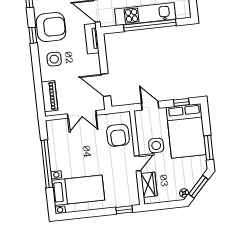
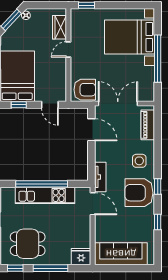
double door: (82, 114) -> (118, 103), width x1.37
armchair: (118, 135) -> (85, 90), moved, turned 91
side table: (156, 145) -> (48, 65), removed
bed with nightstands: (78, 190) -> (130, 37), width x1.36

